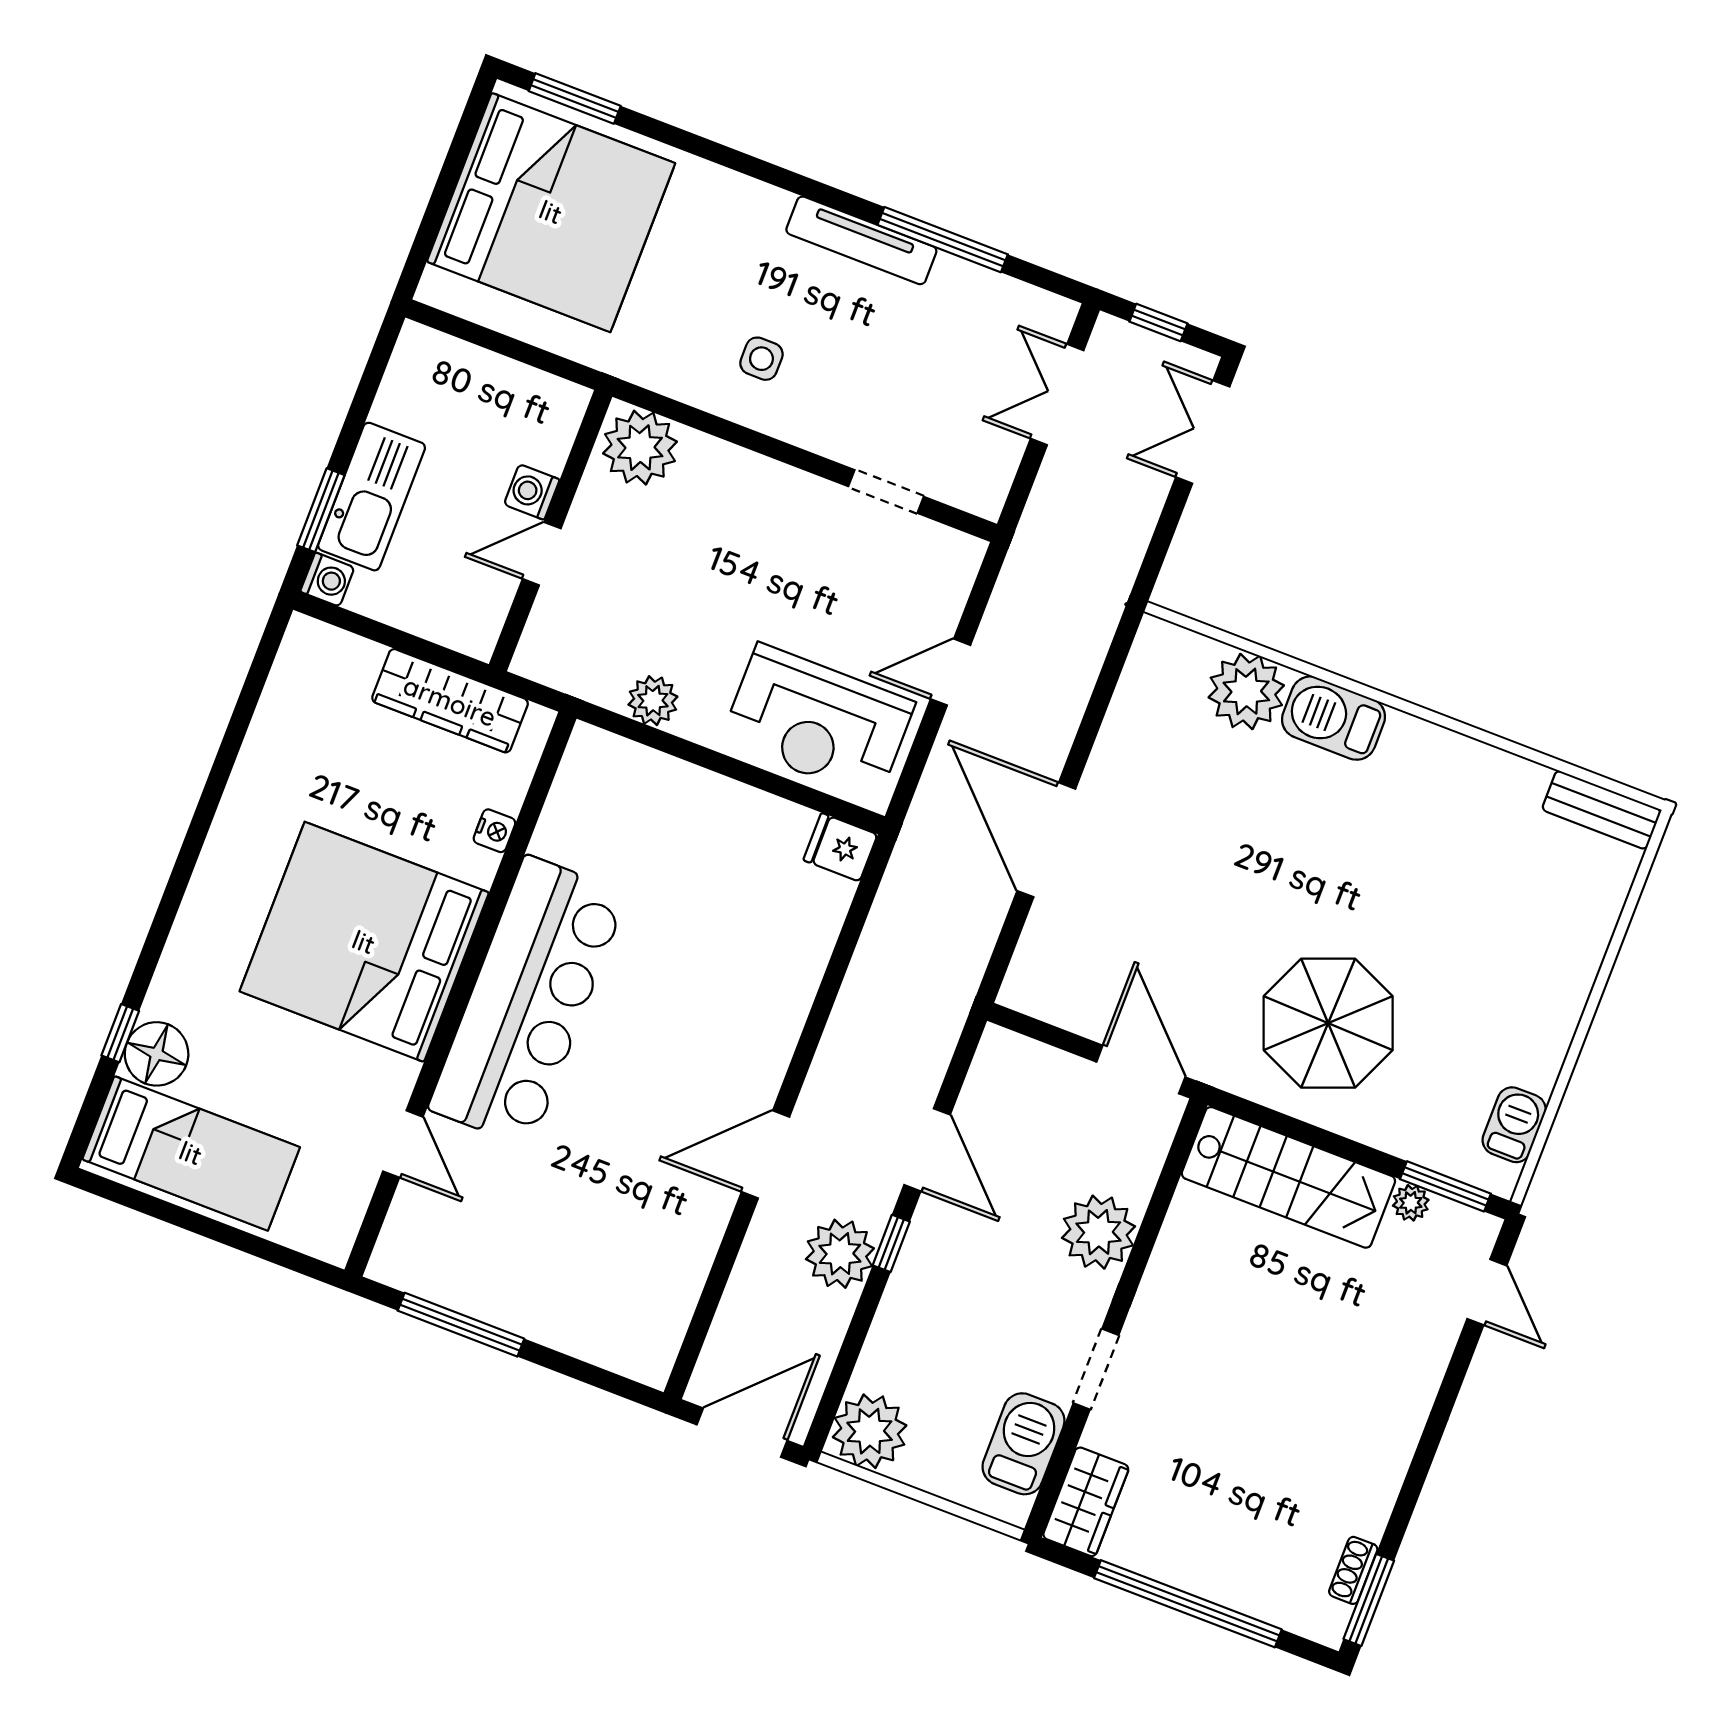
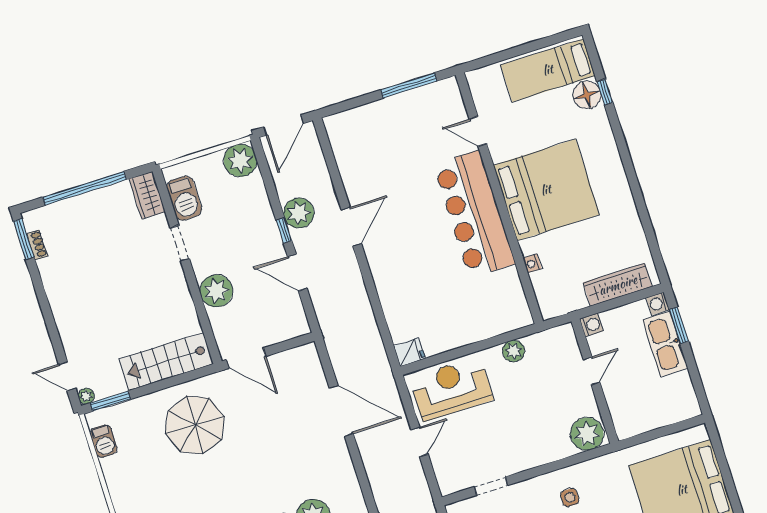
washing machine: (532, 492) -> (591, 325), moved
wardrobe: (450, 701) -> (618, 285), moved
plant: (1411, 1203) -> (86, 396), moved

